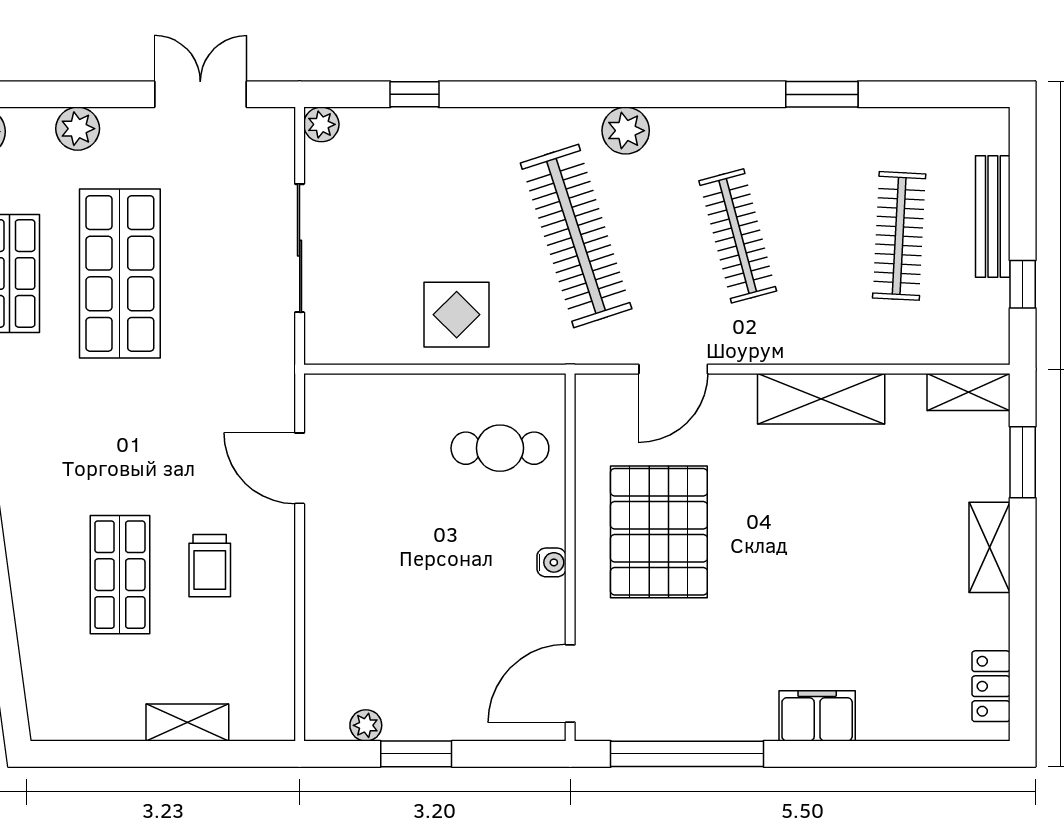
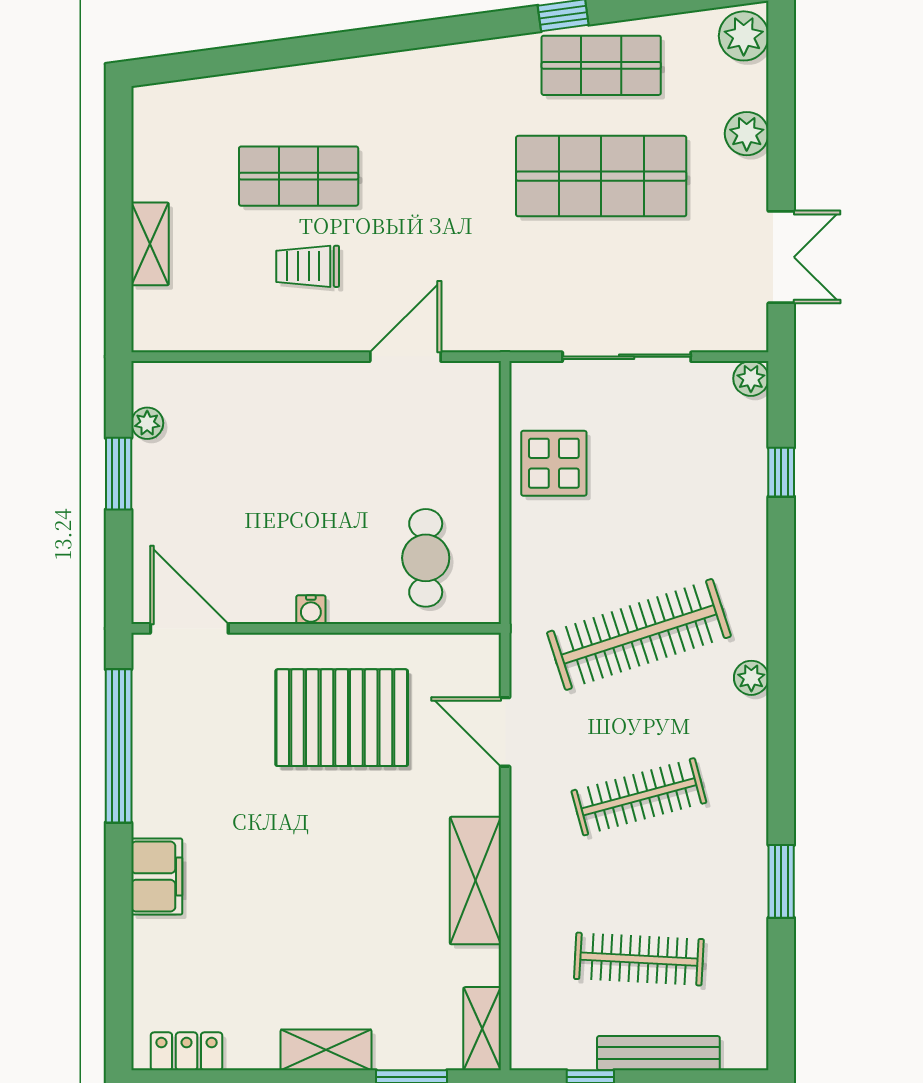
plant: (626, 131) -> (751, 678), width x0.73, depth x0.73
display table: (457, 315) -> (554, 463), moved

